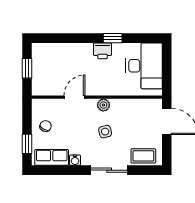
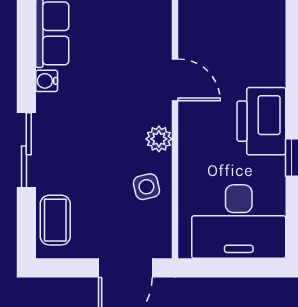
printer: (103, 51) -> (261, 121), width x1.87, depth x1.48
chair: (46, 126) -> (116, 21), removed
side table: (105, 132) -> (146, 187), moved

